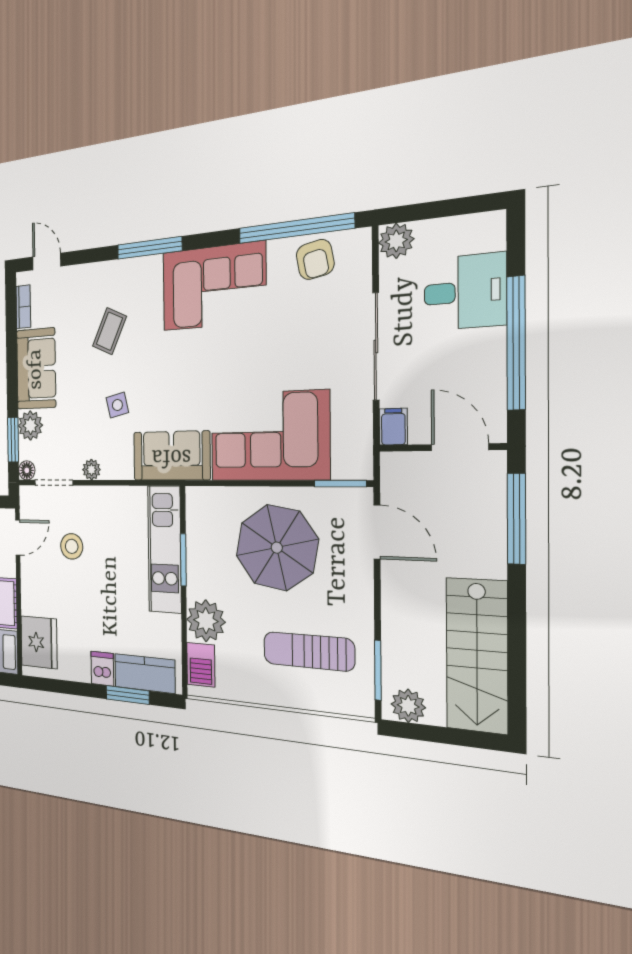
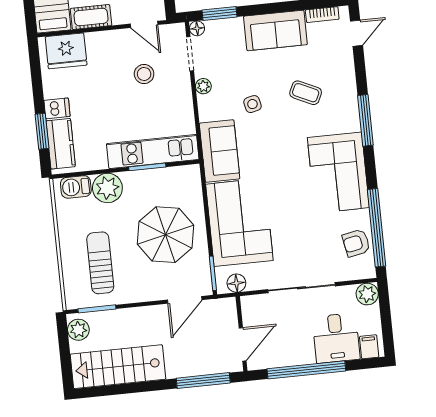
plant: (30, 426) -> (232, 29), removed
filing cabinet: (393, 427) -> (369, 347), moved, turned -90
floor lamp: (359, 448) -> (236, 283), added

